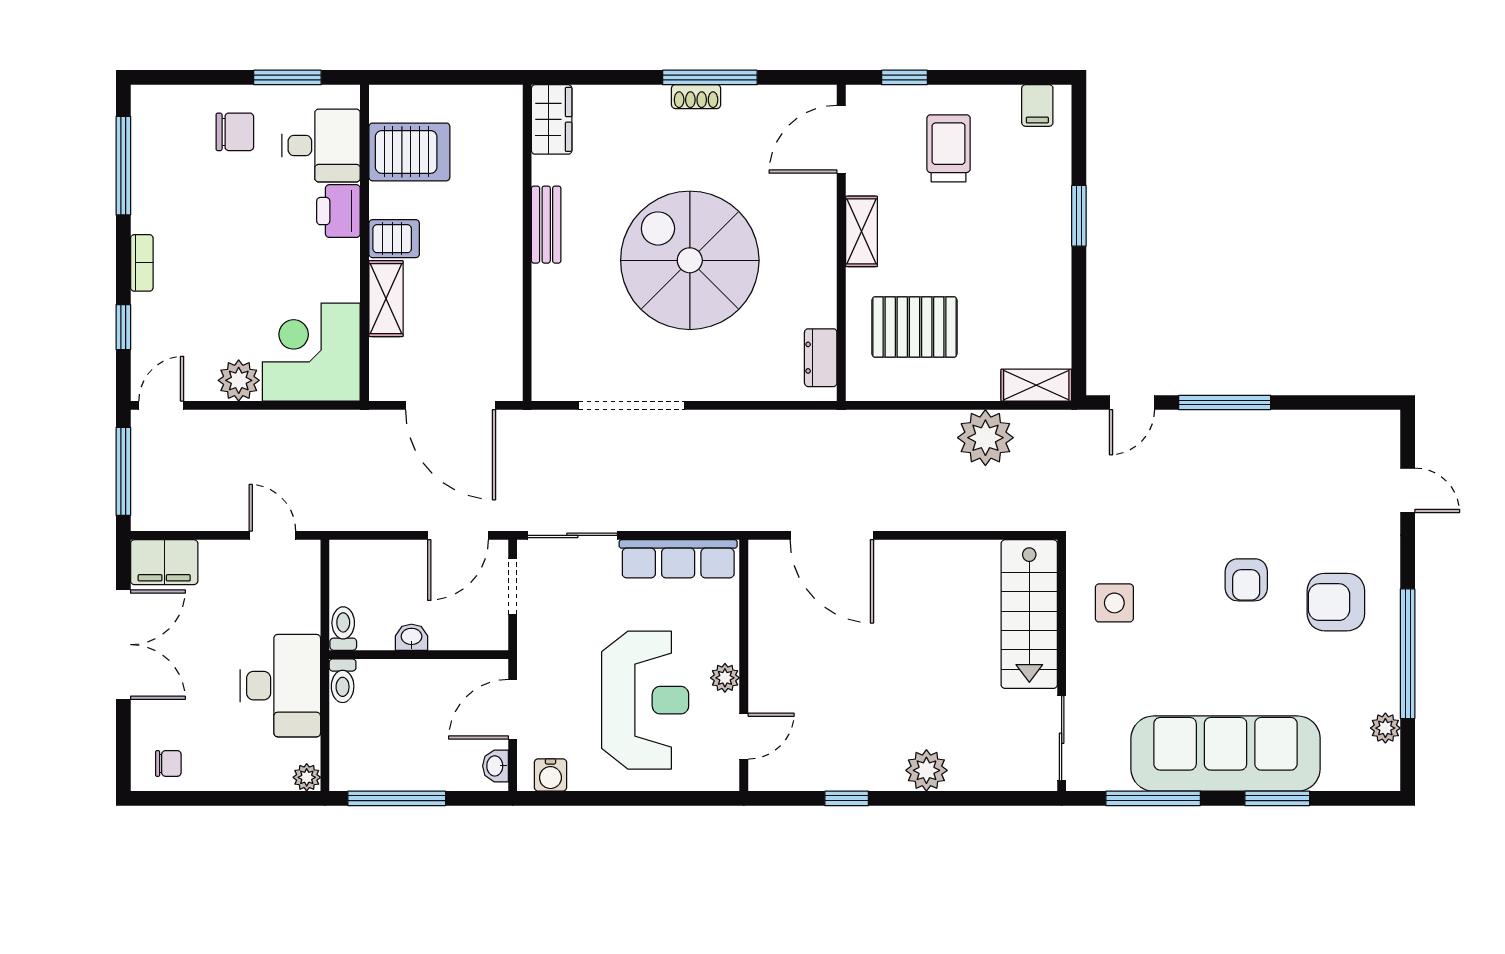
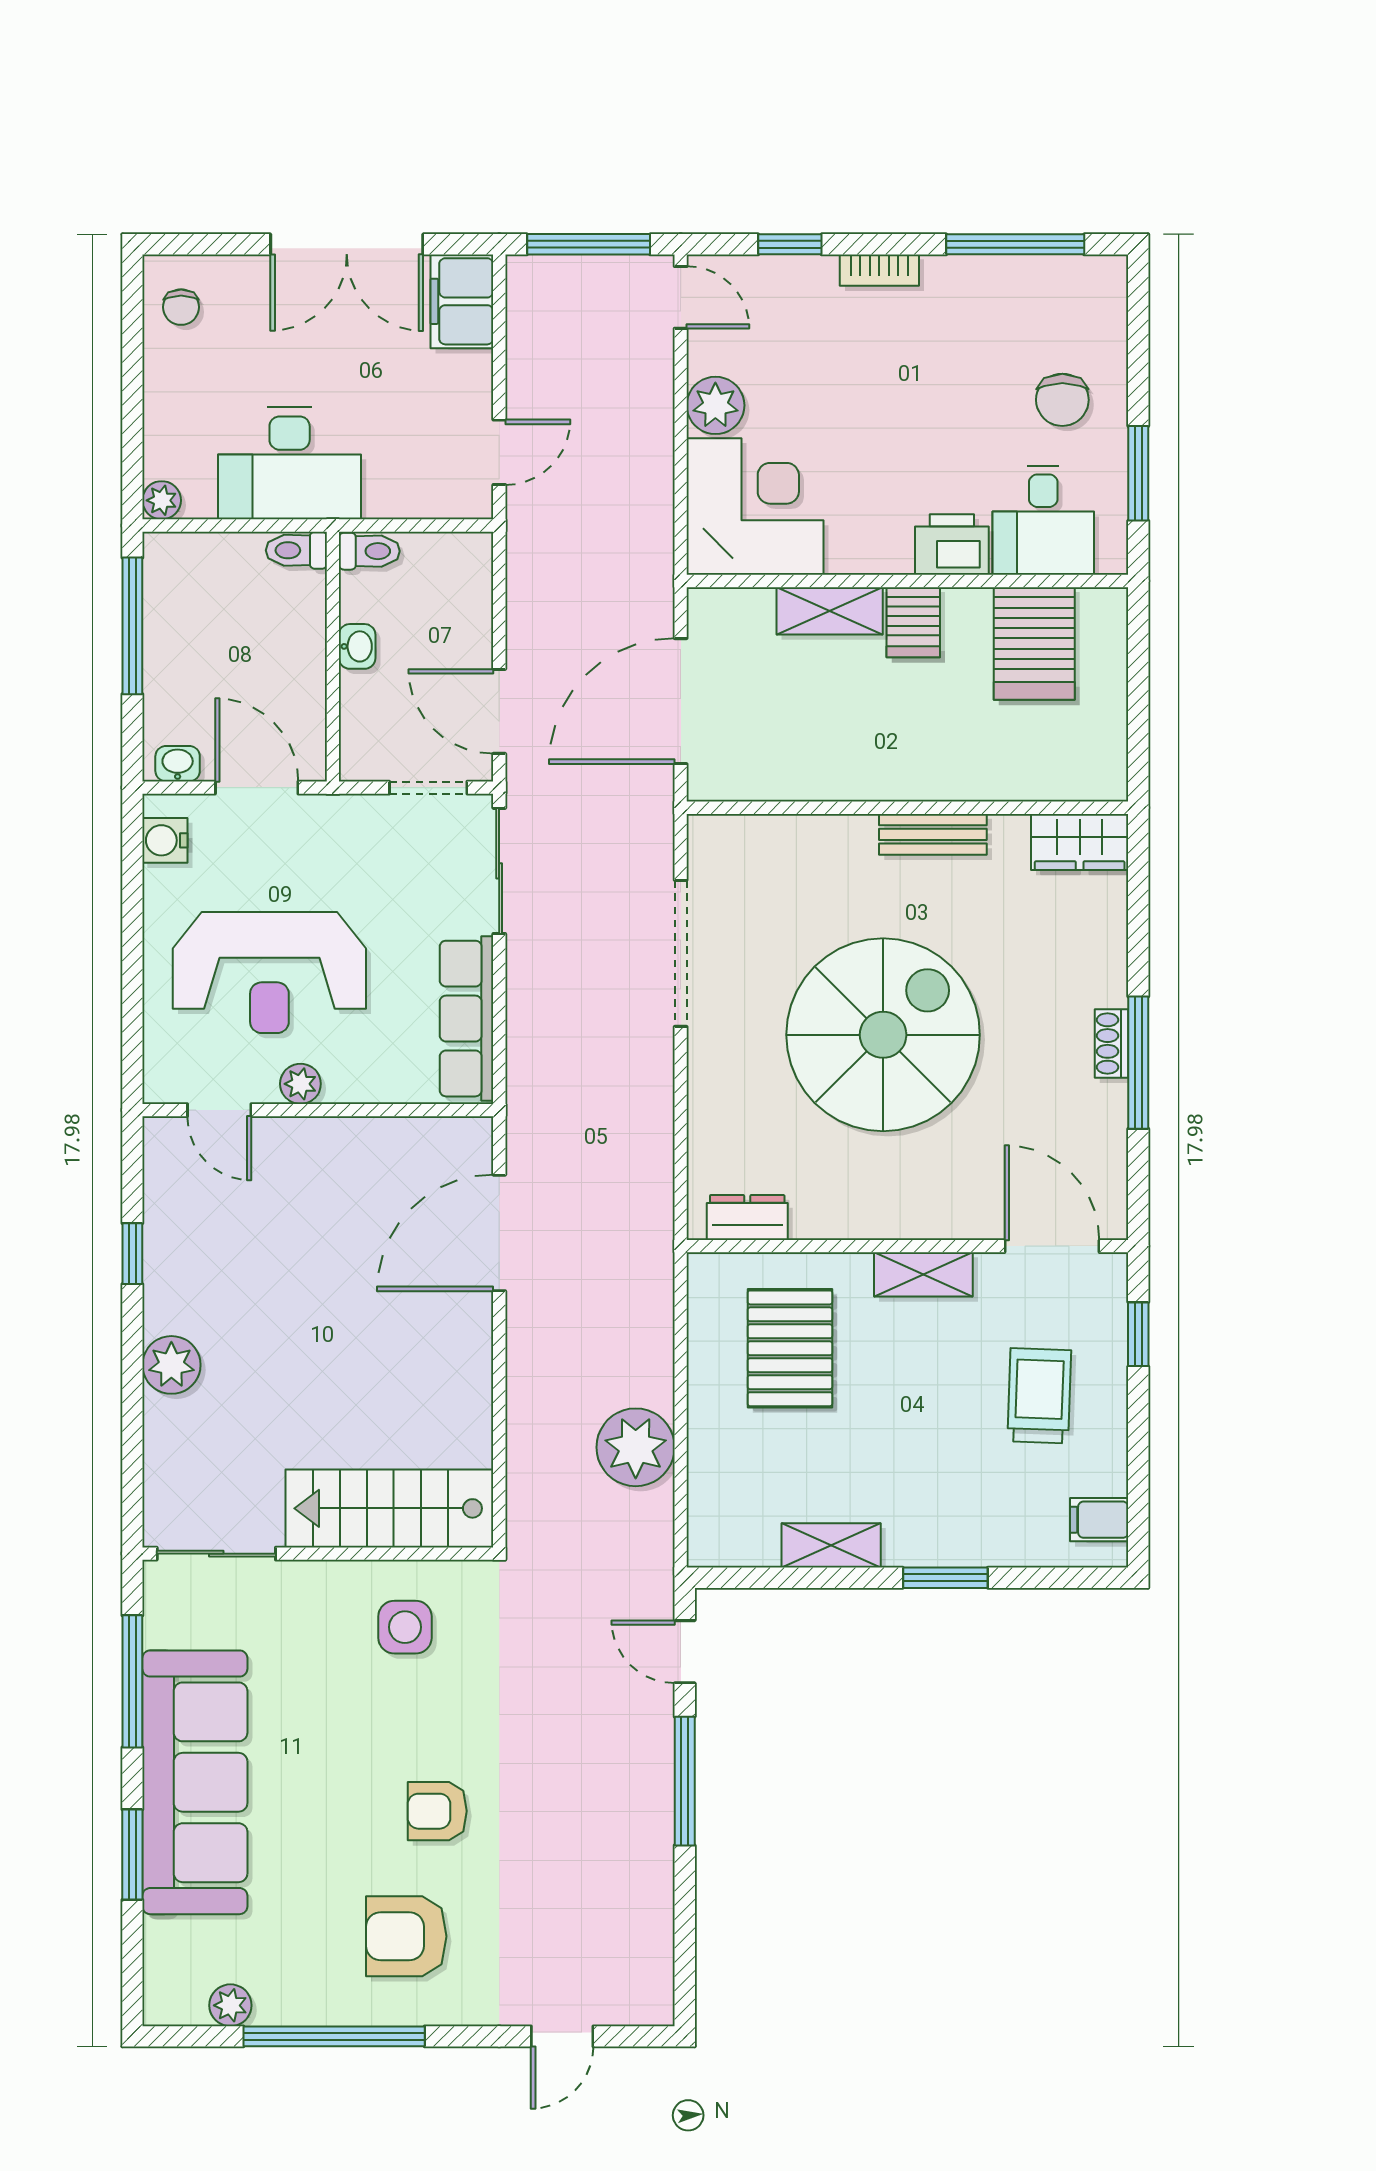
trolley: (949, 148) -> (1039, 1396), turned -88
shelving: (1036, 385) -> (831, 1545), moved, turned 90
armchair: (1336, 602) -> (406, 1936), turned -90

